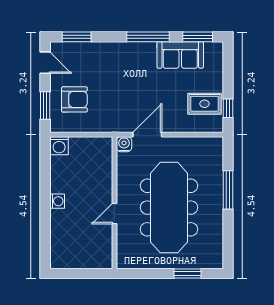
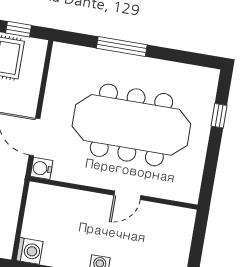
door: (114, 213) -> (127, 195), hinge flipped
window: (187, 274) -> (219, 116), width x0.67

